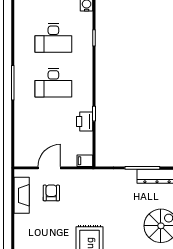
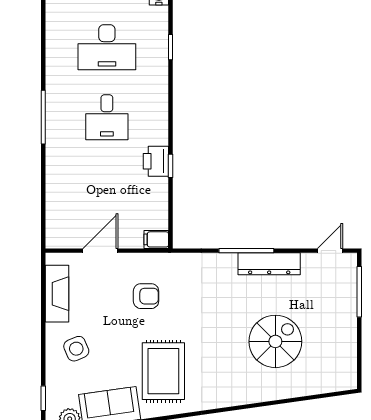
desk: (53, 83) -> (107, 117), width x0.73
printer: (85, 122) -> (156, 161), moved
armchair: (51, 193) -> (146, 296), moved, turned 90
side table: (34, 230) -> (76, 349), added

